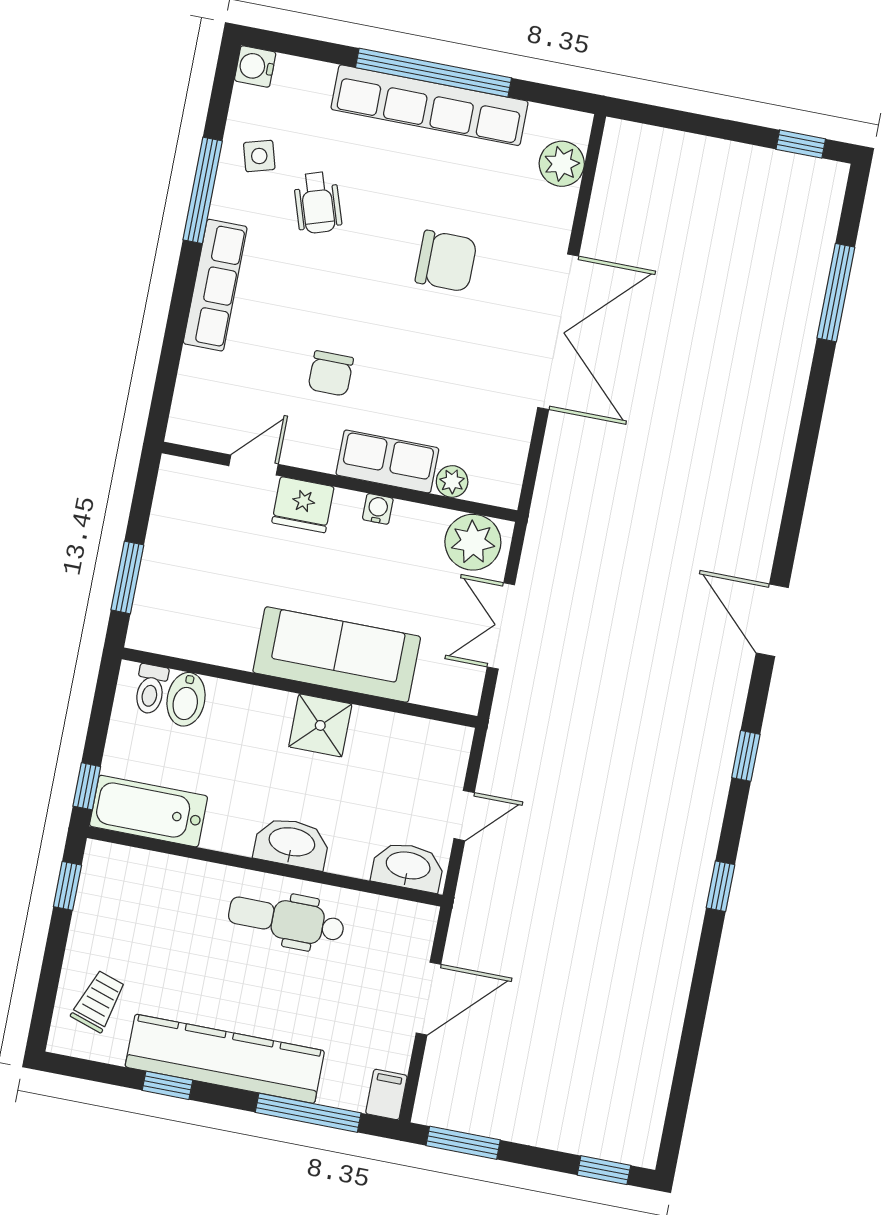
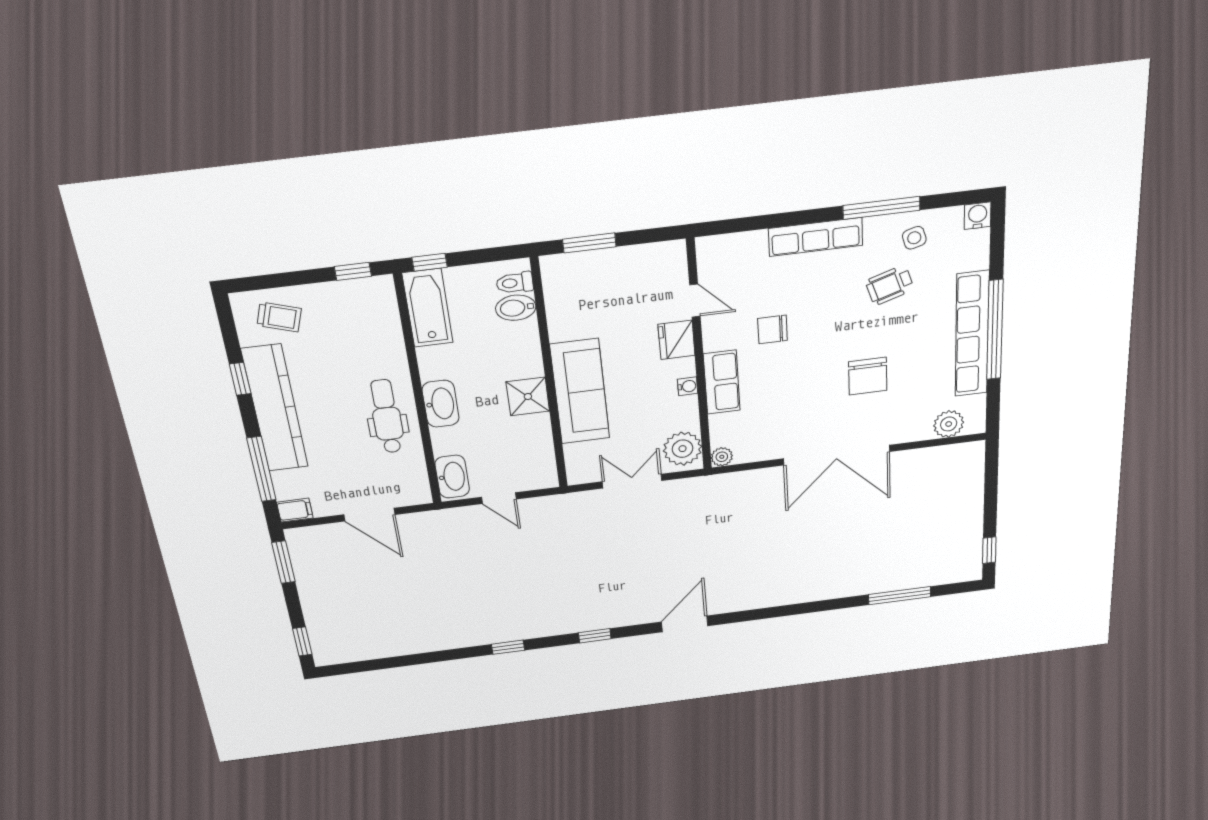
plant: (452, 481) -> (722, 457), moved

